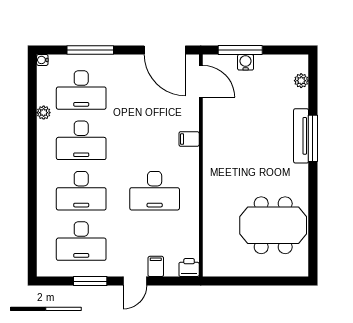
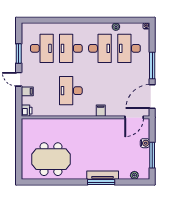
window: (90, 50) -> (152, 66), moved
window: (240, 50) -> (152, 155), moved
desk: (81, 140) -> (100, 48), turned 180
meeting table: (273, 225) -> (51, 159), turned 90
desk: (81, 241) -> (42, 48), turned 180

